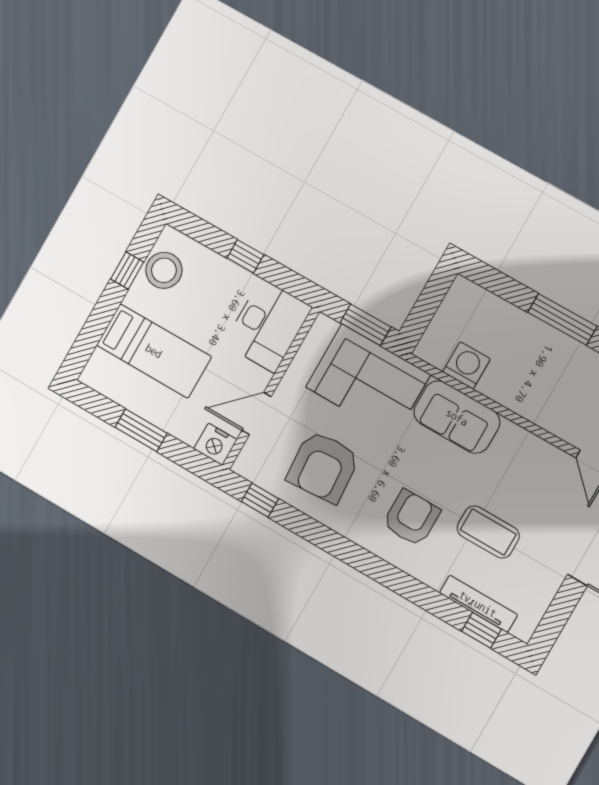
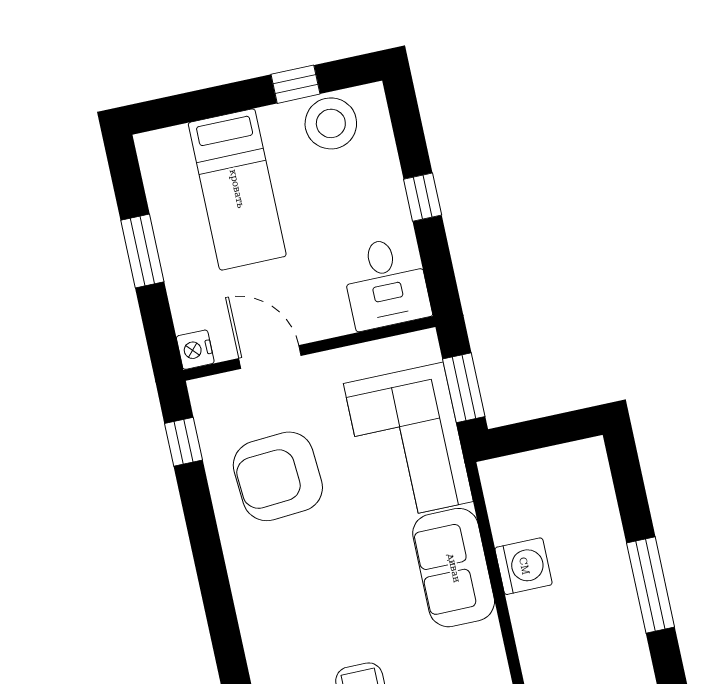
desk: (268, 326) -> (386, 283), width x0.73
washing machine: (467, 365) -> (524, 566), moved
nightstand: (215, 444) -> (195, 350), width x0.74, depth x0.75
armchair: (411, 518) -> (308, 614), removed

